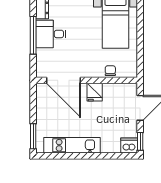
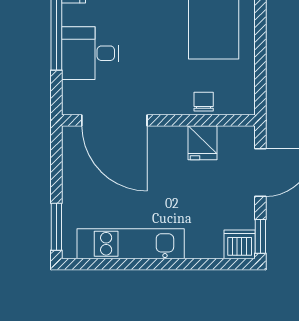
desk: (51, 34) -> (90, 53), moved
fridge: (95, 92) -> (202, 143), moved

